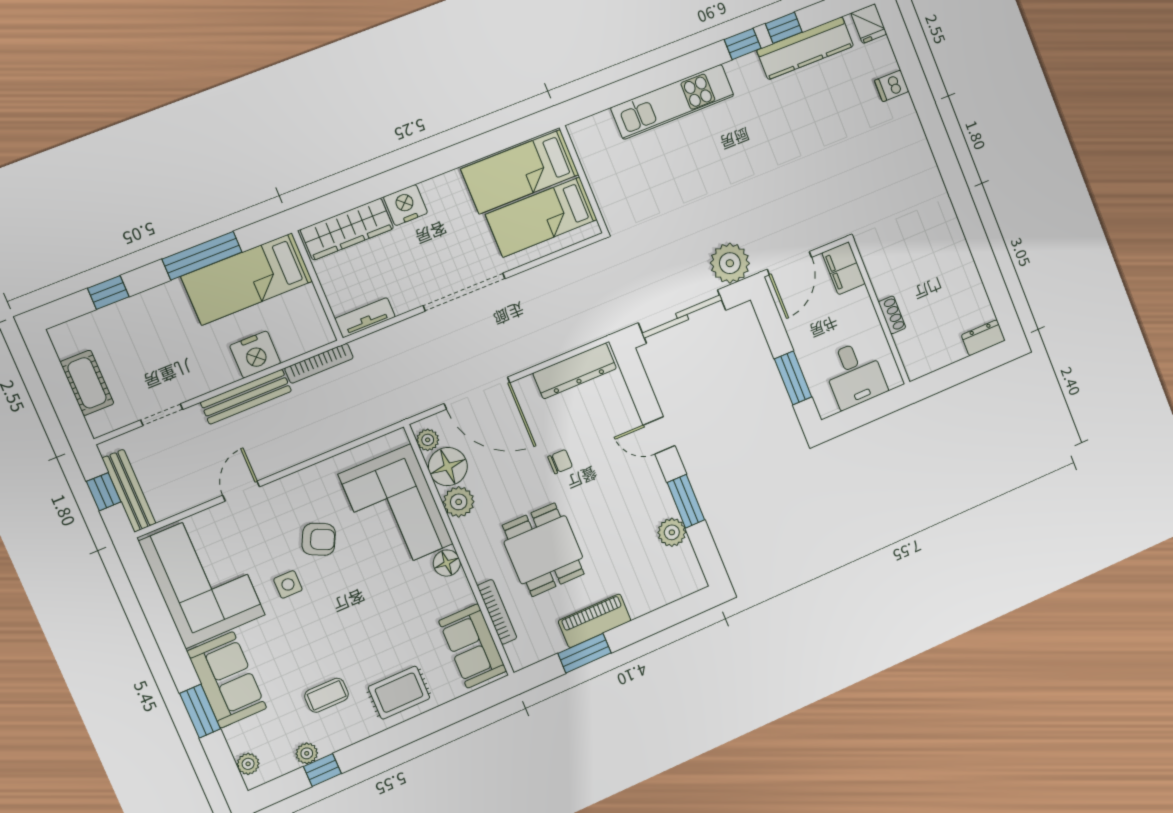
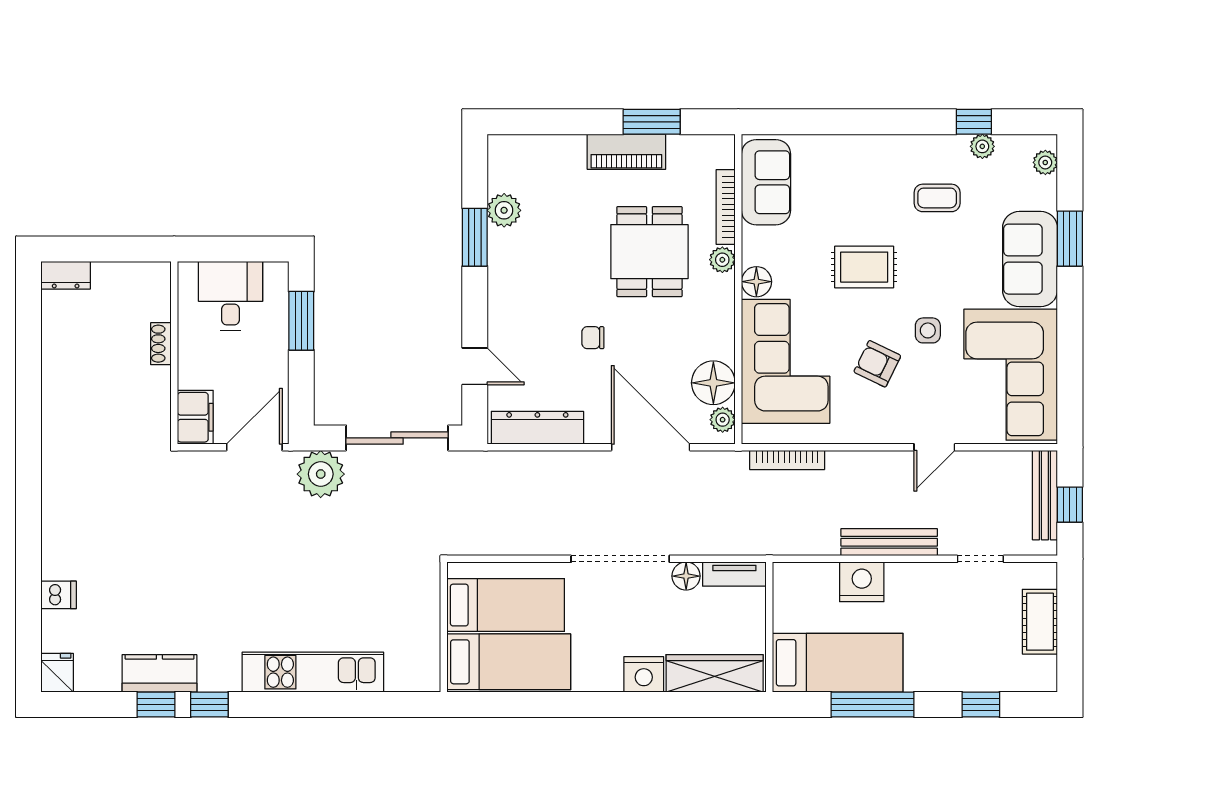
kitchen counter: (805, 48) -> (159, 673), width x0.67
floor lamp: (404, 300) -> (686, 576), added
bookcase: (319, 363) -> (787, 460), moved, turned 180
door: (659, 435) -> (475, 366), moved
plant: (459, 502) -> (722, 260), moved, width x0.73, depth x0.73
rug: (399, 693) -> (864, 267), moved

